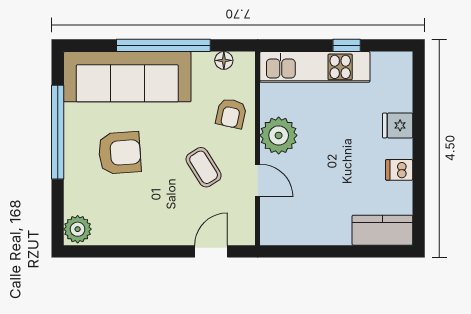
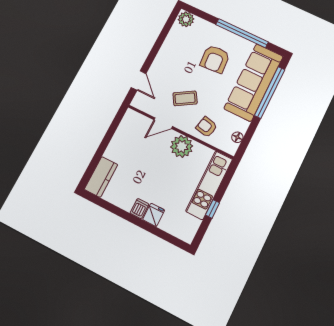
window: (163, 45) -> (270, 92), moved
dishwasher: (399, 170) -> (139, 209), moved

